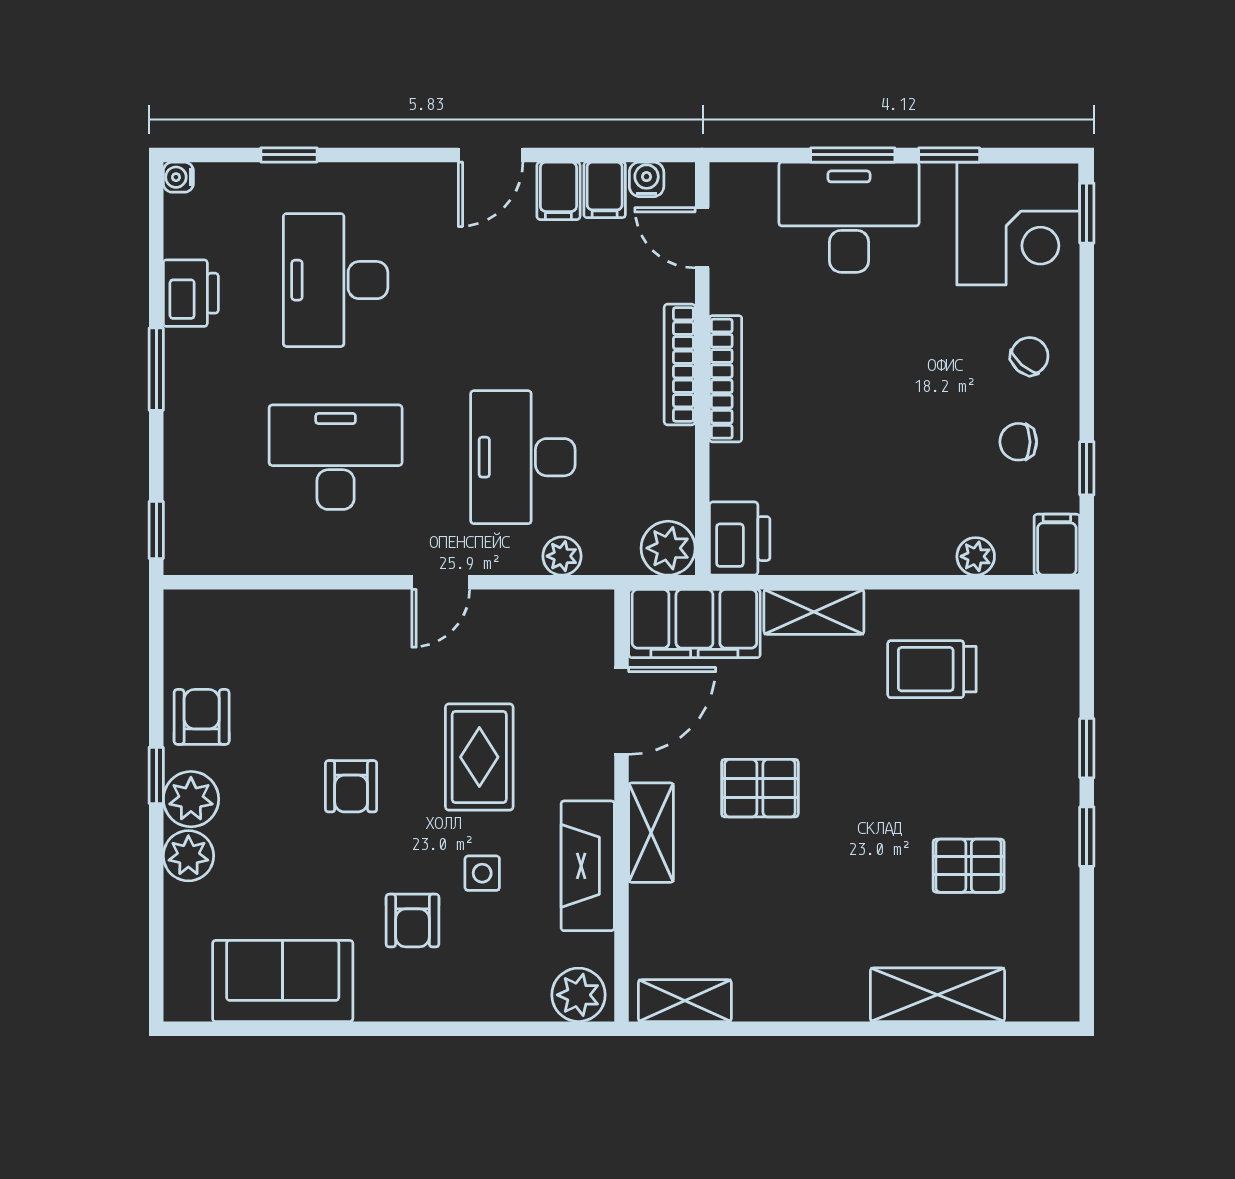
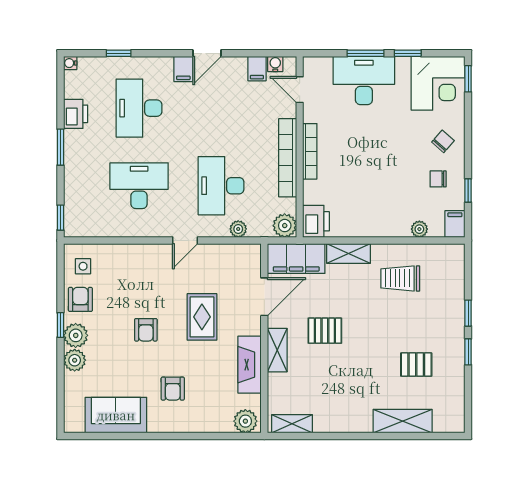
filing cabinet: (558, 191) -> (183, 69), moved
bookcase: (680, 364) -> (288, 158), width x1.48, depth x1.31
side table: (482, 873) -> (83, 266), moved

